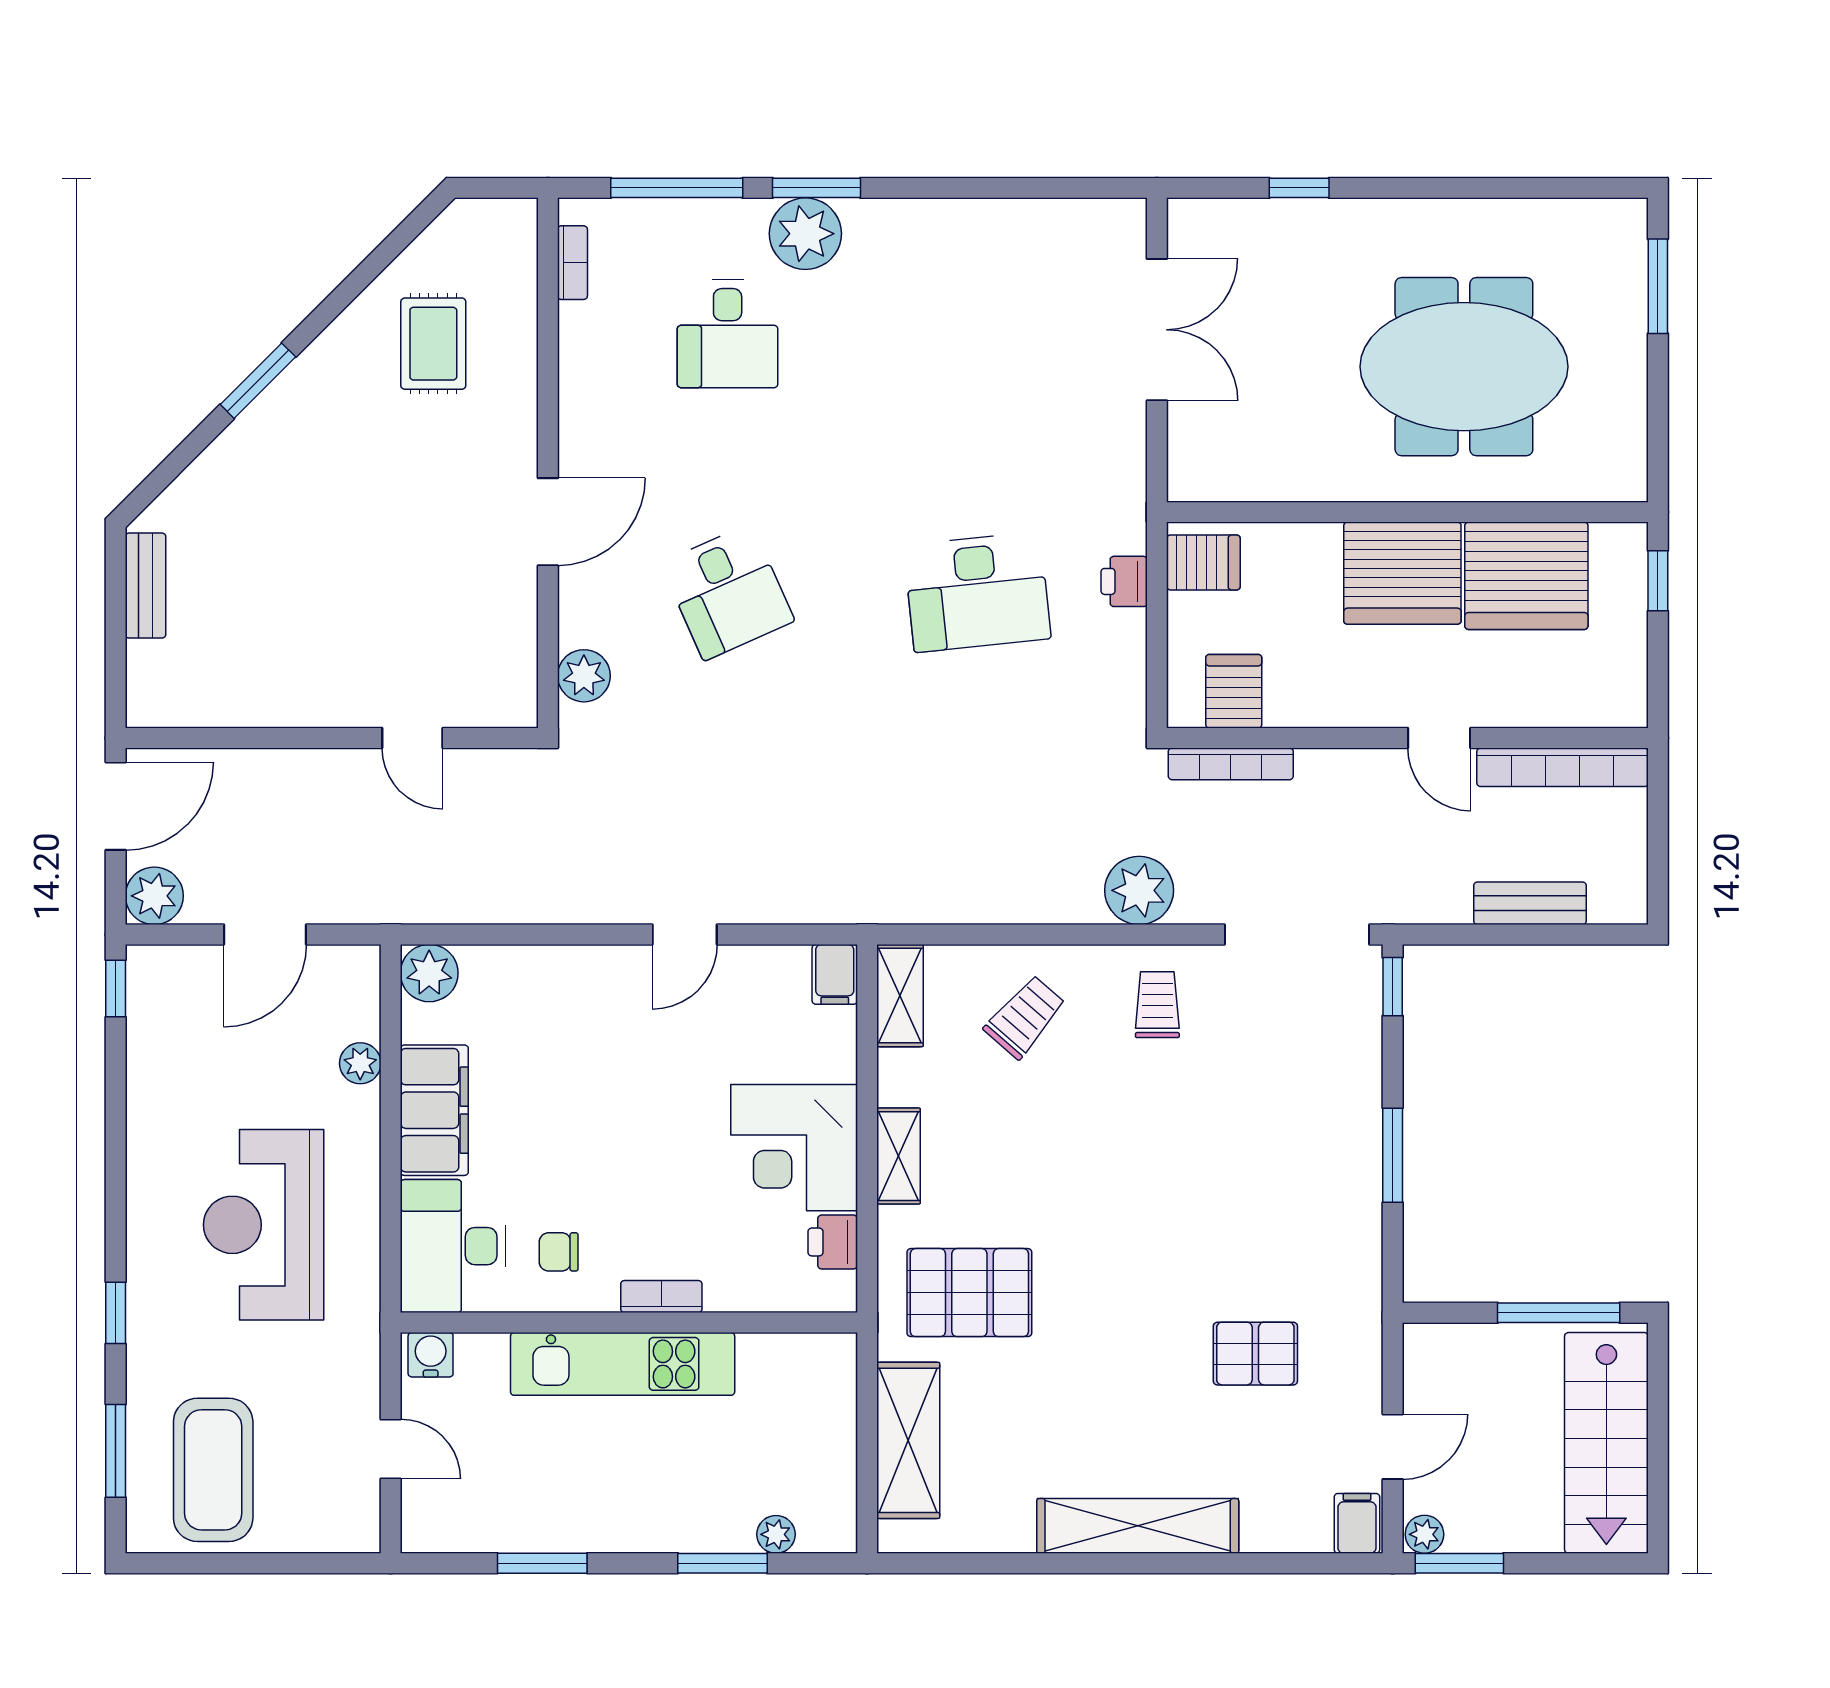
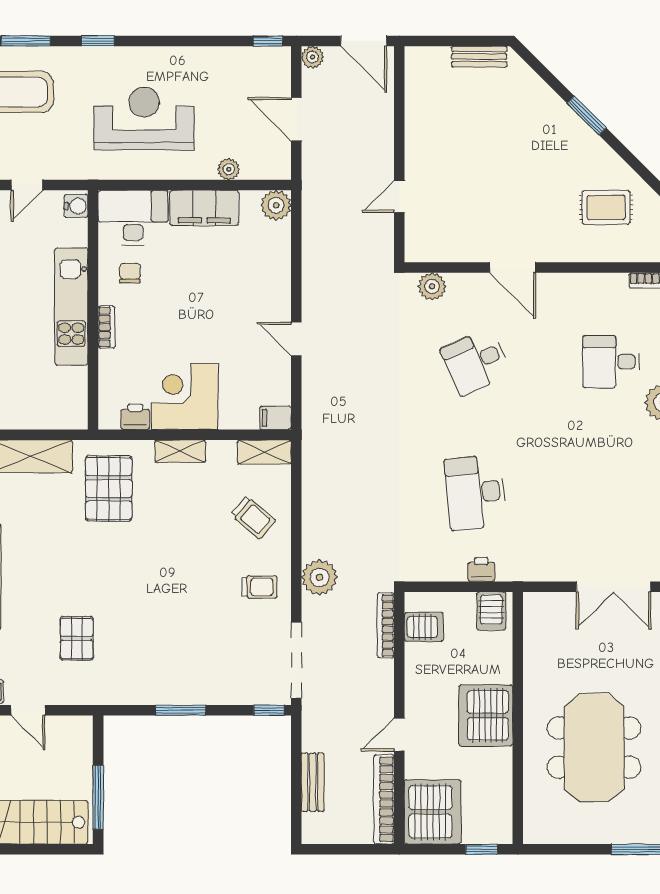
server rack: (1526, 576) -> (433, 812), moved, turned 180
plant: (154, 896) -> (312, 57), width x0.73, depth x0.73

